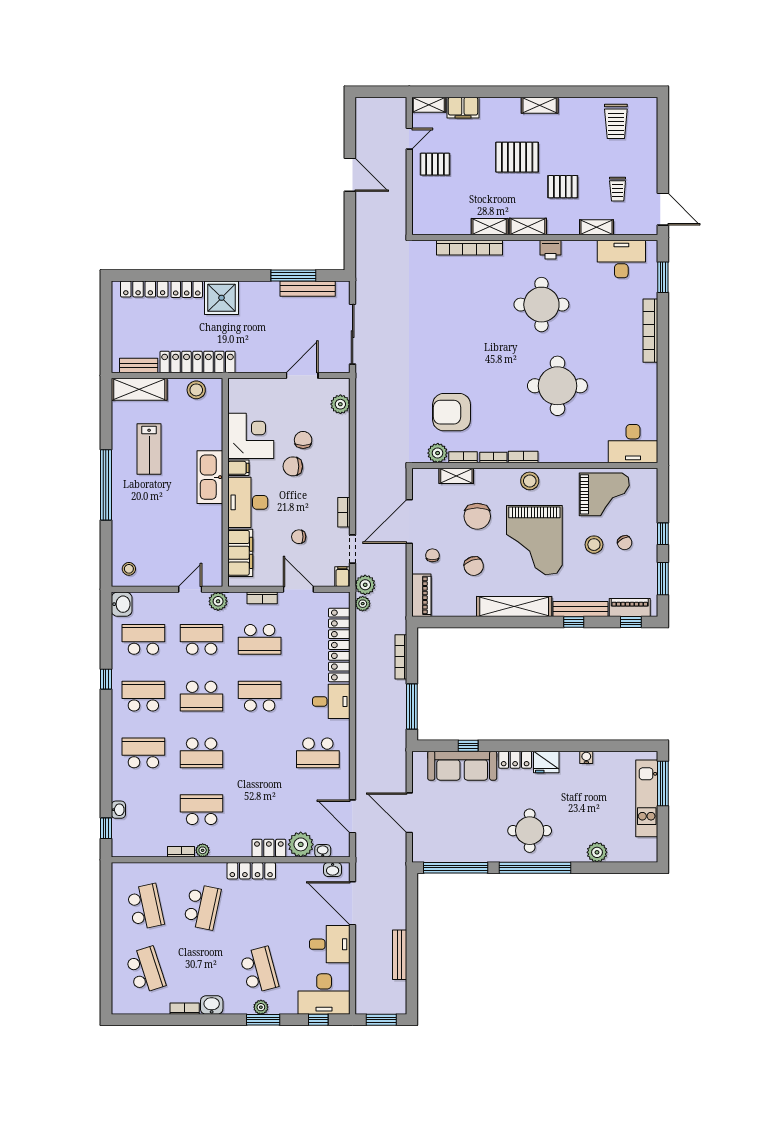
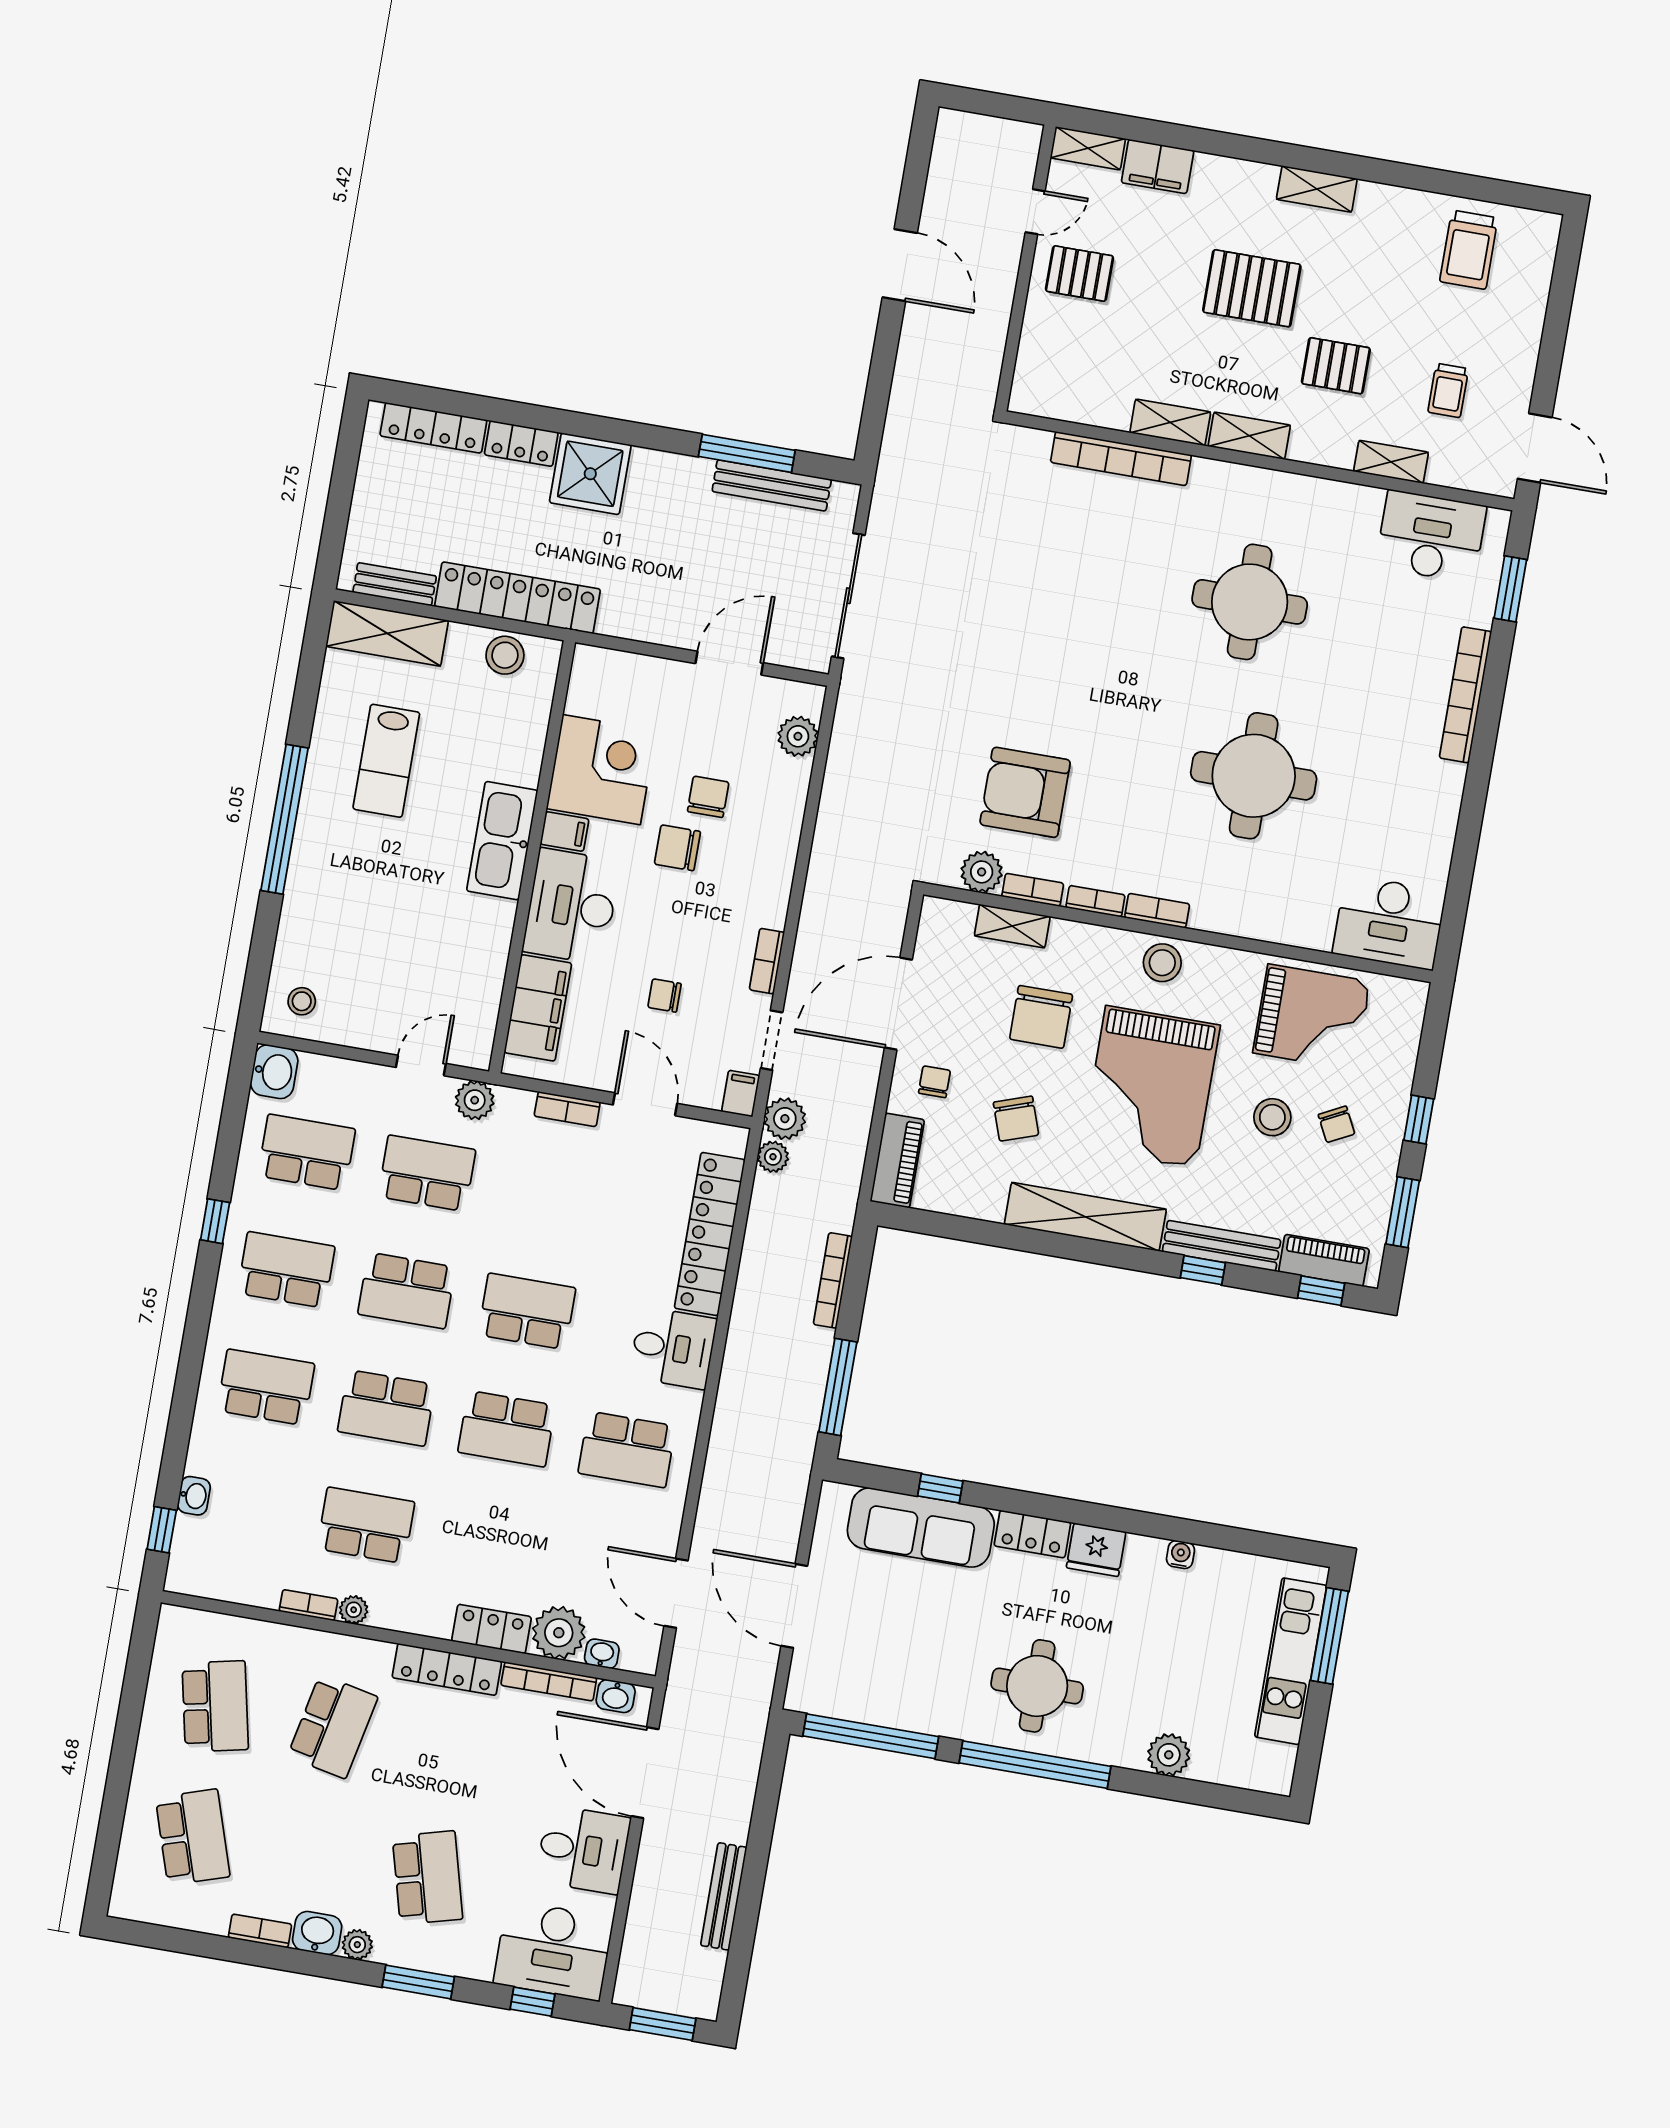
printer: (550, 250) -> (1288, 492), removed
school desk: (260, 639) -> (507, 1429), moved
bookcase: (300, 868) -> (549, 1681), added
plant: (261, 1007) -> (357, 1945), moved

